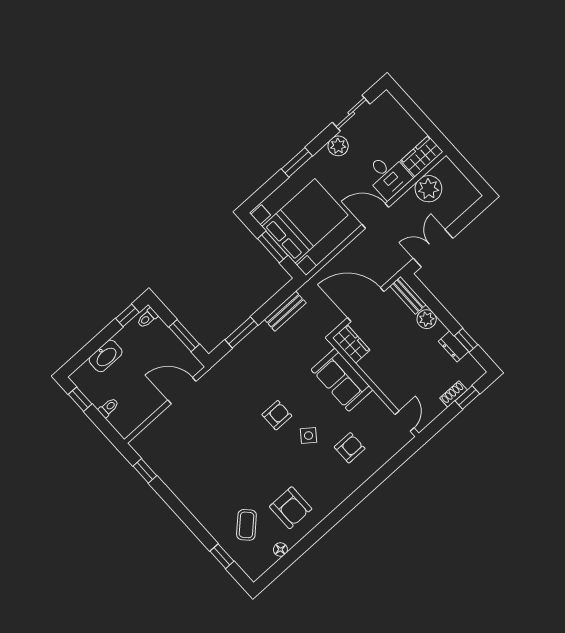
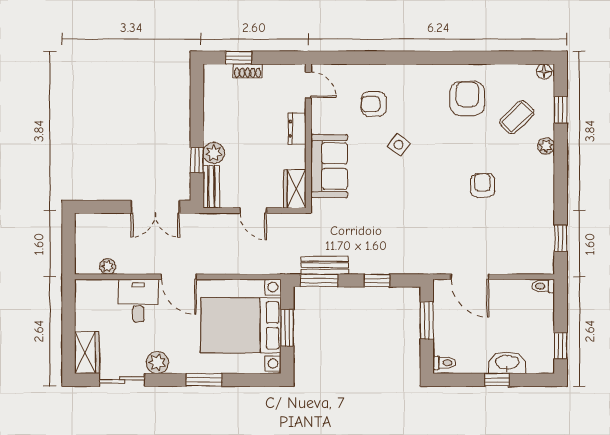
wardrobe: (422, 156) -> (87, 353), moved, turned -90
plant: (428, 189) -> (108, 266), width x0.53, depth x0.53
window: (280, 298) -> (319, 280), added
door: (366, 305) -> (253, 210), width x0.53
window: (127, 315) -> (497, 380), moved
window: (241, 332) -> (377, 280), width x0.67
window: (466, 340) -> (197, 160), moved
dresser: (453, 346) -> (297, 129), moved, turned 180
toilet: (109, 408) -> (543, 286), moved
armchair: (277, 415) -> (483, 185), moved, turned 90
door: (405, 421) -> (308, 85), swing flipped
plant: (210, 523) -> (546, 146), added
floor lamp: (280, 549) -> (544, 72), moved

